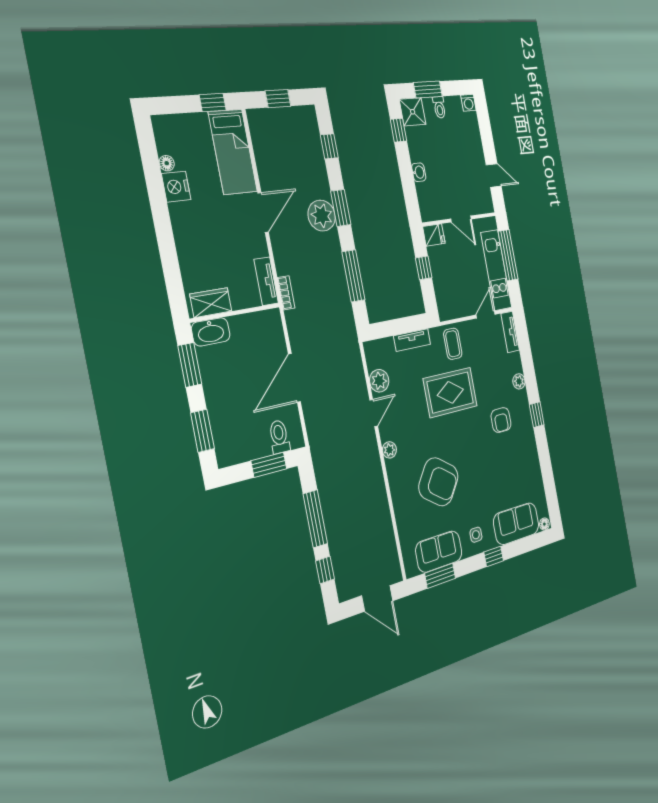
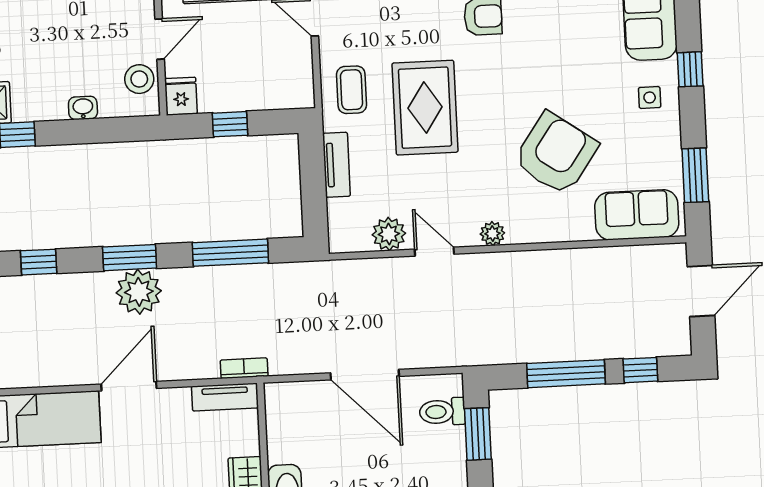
stool: (439, 207) -> (139, 79), added
door: (263, 213) -> (129, 386), hinge flipped
coffee table: (453, 344) -> (352, 90), turned 90
sofa: (439, 552) -> (637, 215), moved, turned 90

